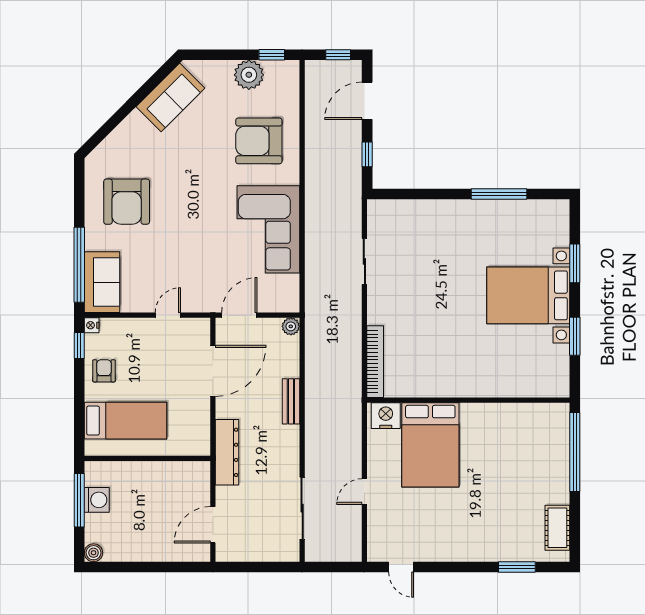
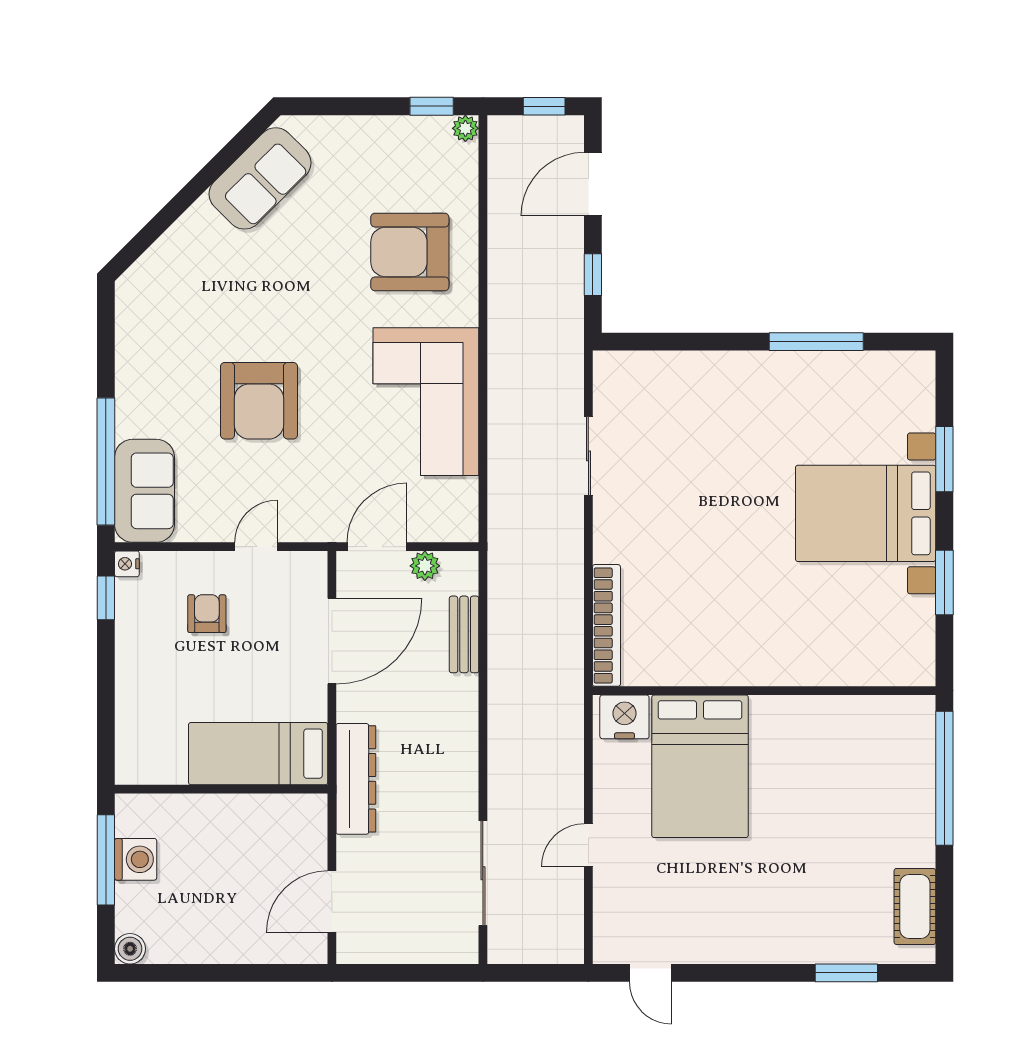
plant: (249, 75) -> (465, 128), moved, width x0.53, depth x0.53
armchair: (127, 202) -> (259, 401), moved
plant: (291, 326) -> (425, 566), moved
armchair: (104, 371) -> (207, 614), moved
bench: (291, 401) -> (464, 634), moved
bed: (126, 421) -> (258, 754), moved, turned 180

